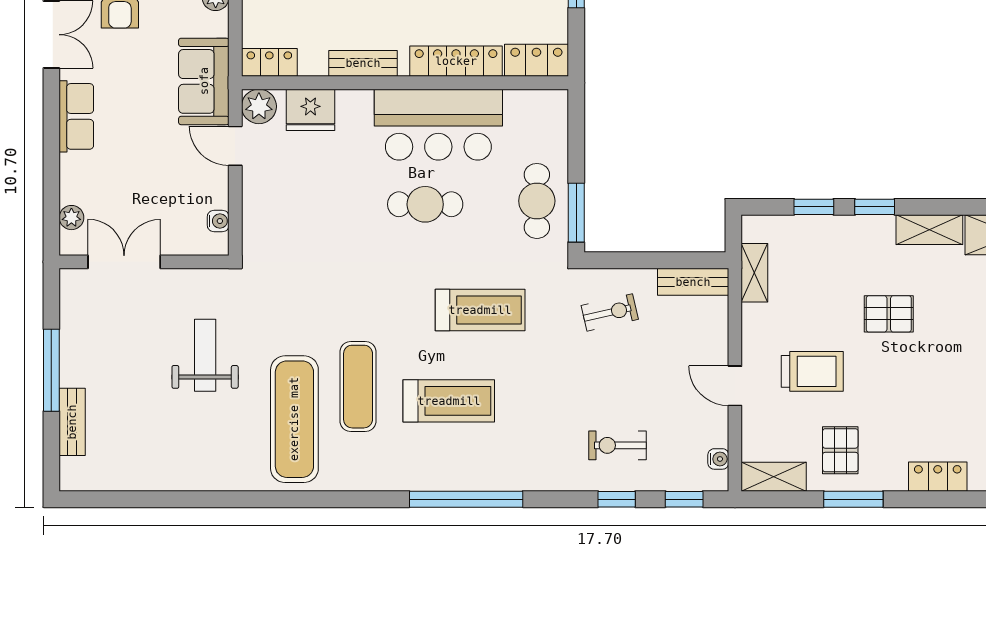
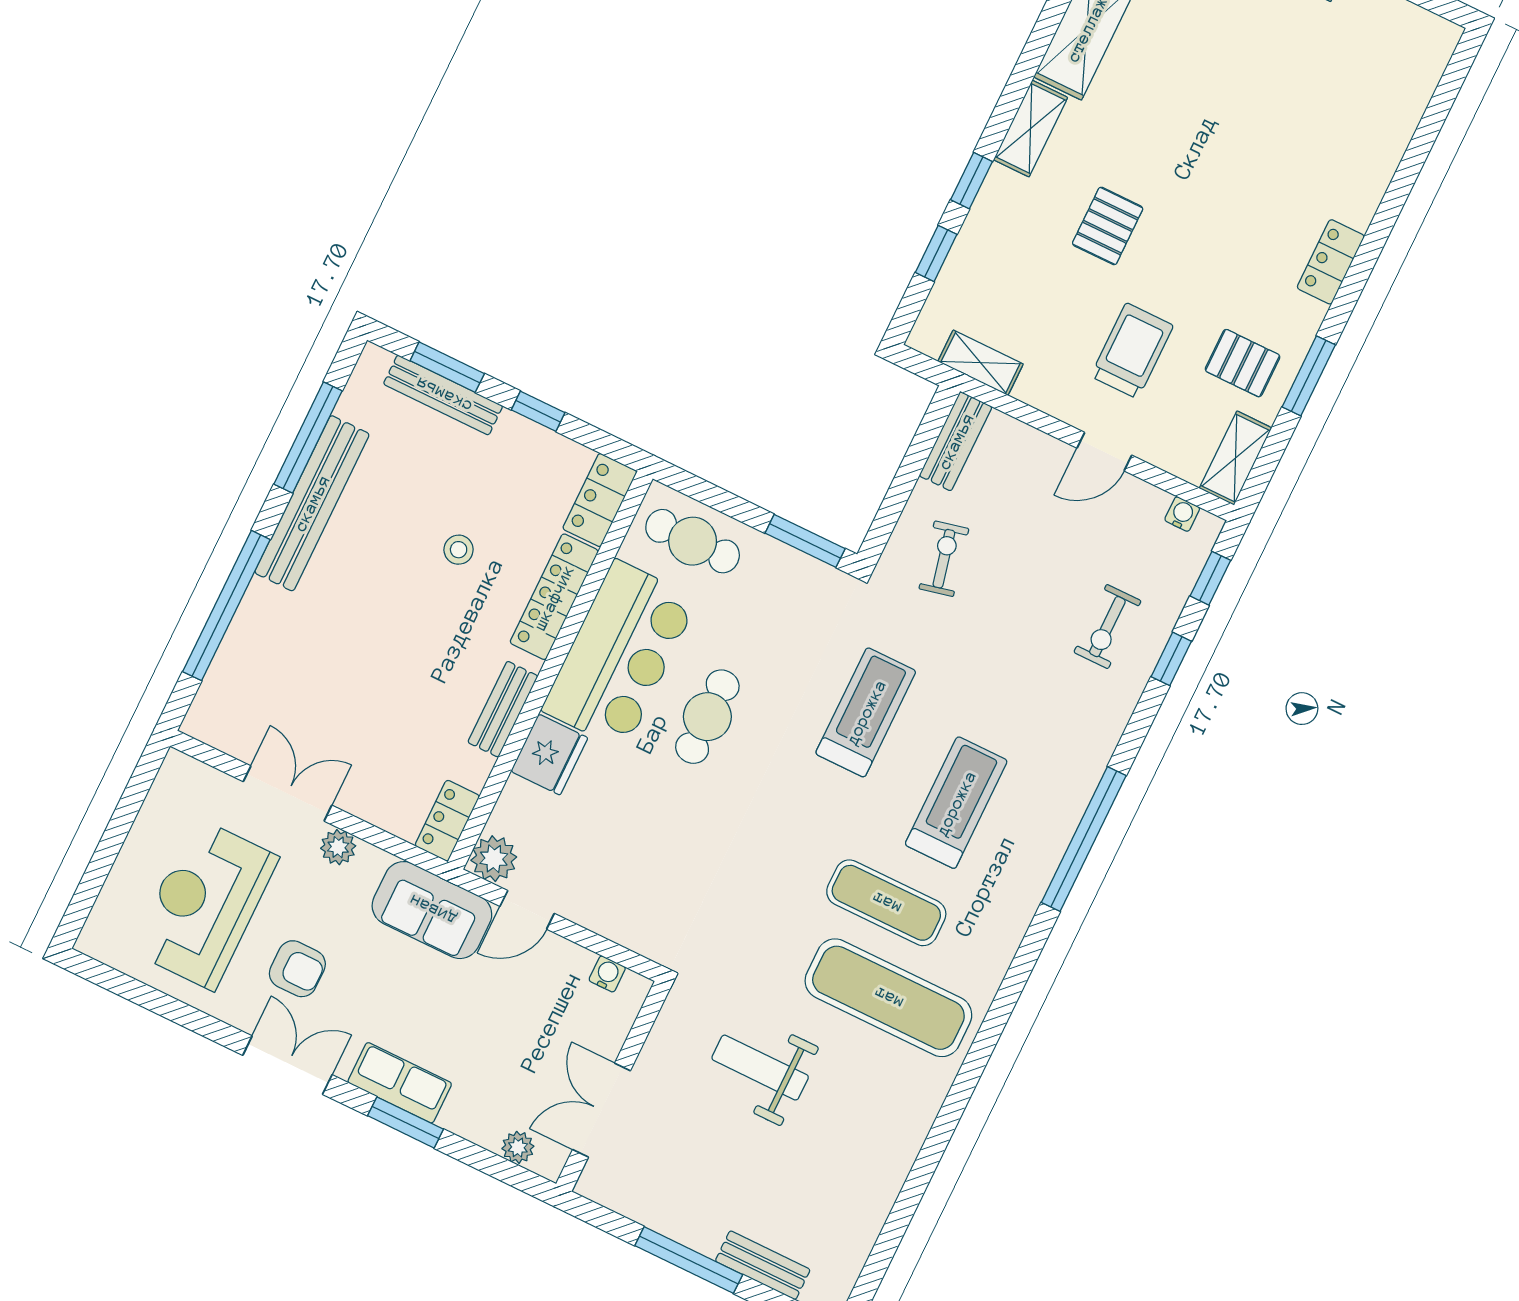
fridge: (310, 110) -> (549, 755), moved
window: (51, 133) -> (405, 1122), added
cafe table: (537, 201) -> (693, 541), moved

